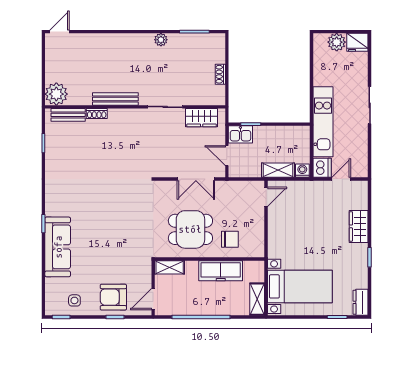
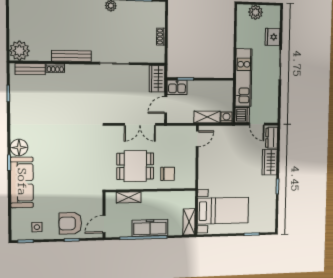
fridge: (357, 42) -> (273, 37), moved, turned 90
wardrobe: (202, 118) -> (157, 79), moved, turned 90
door: (227, 156) -> (166, 105), hinge flipped
door: (341, 179) -> (257, 124), swing flipped
floor lamp: (55, 206) -> (19, 148), added
shelving: (170, 267) -> (129, 197), moved
freezer: (221, 271) -> (150, 228), moved, turned 180
dresser: (361, 302) -> (272, 138), moved

